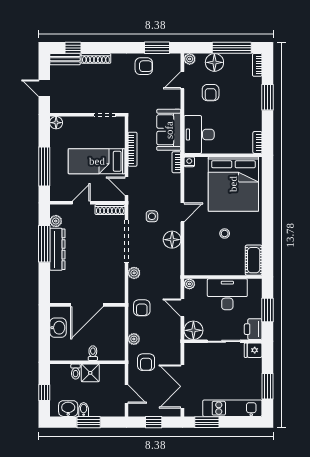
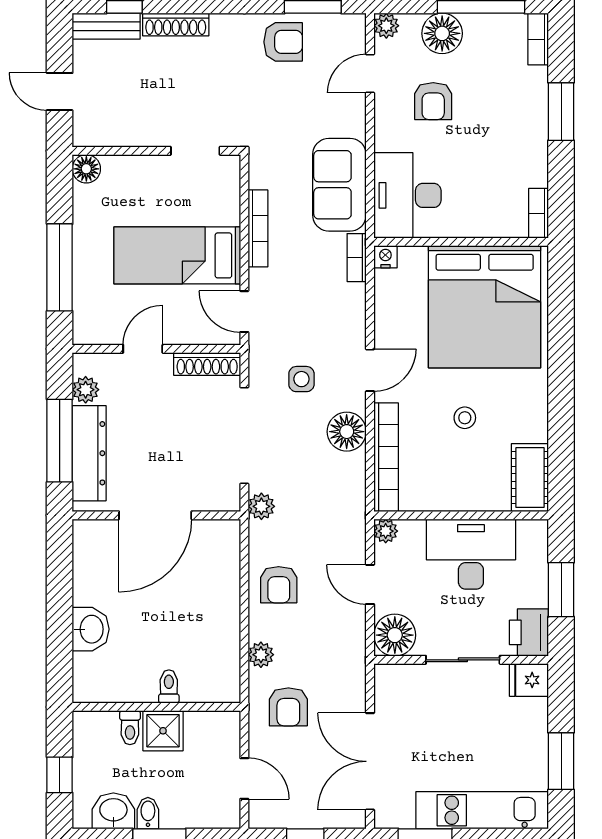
bookcase: (190, 251) -> (386, 457), added
door: (87, 305) -> (155, 515), moved
wall: (87, 305) -> (156, 515), moved

